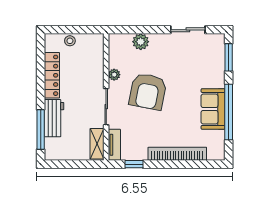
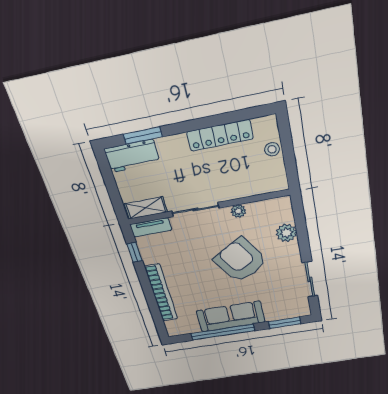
armchair: (148, 91) -> (240, 260), moved, turned 48
sofa: (213, 109) -> (231, 316), width x1.36
workbench: (54, 118) -> (132, 156), moved
window: (41, 130) -> (143, 136), width x0.69

